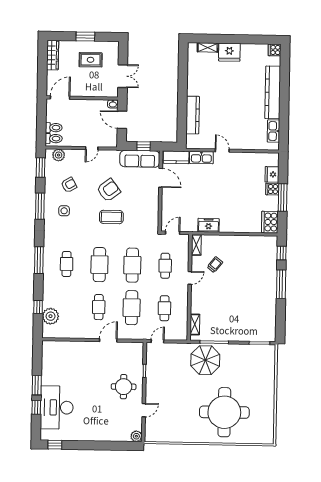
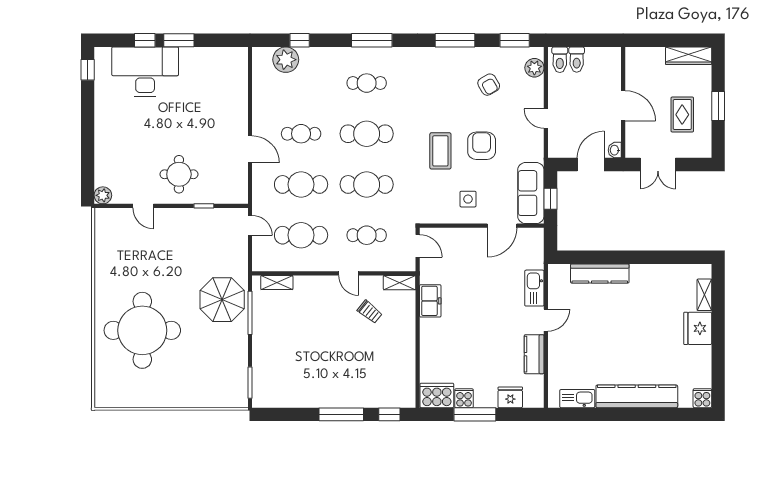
door: (60, 98) -> (623, 106), moved
kitchen counter: (176, 157) -> (534, 354), moved
cooker: (272, 189) -> (464, 398), moved
armchair: (109, 190) -> (482, 146), turned -143
side table: (64, 211) -> (468, 199), moved
cafe table: (164, 308) -> (301, 235), width x1.37, depth x1.35

